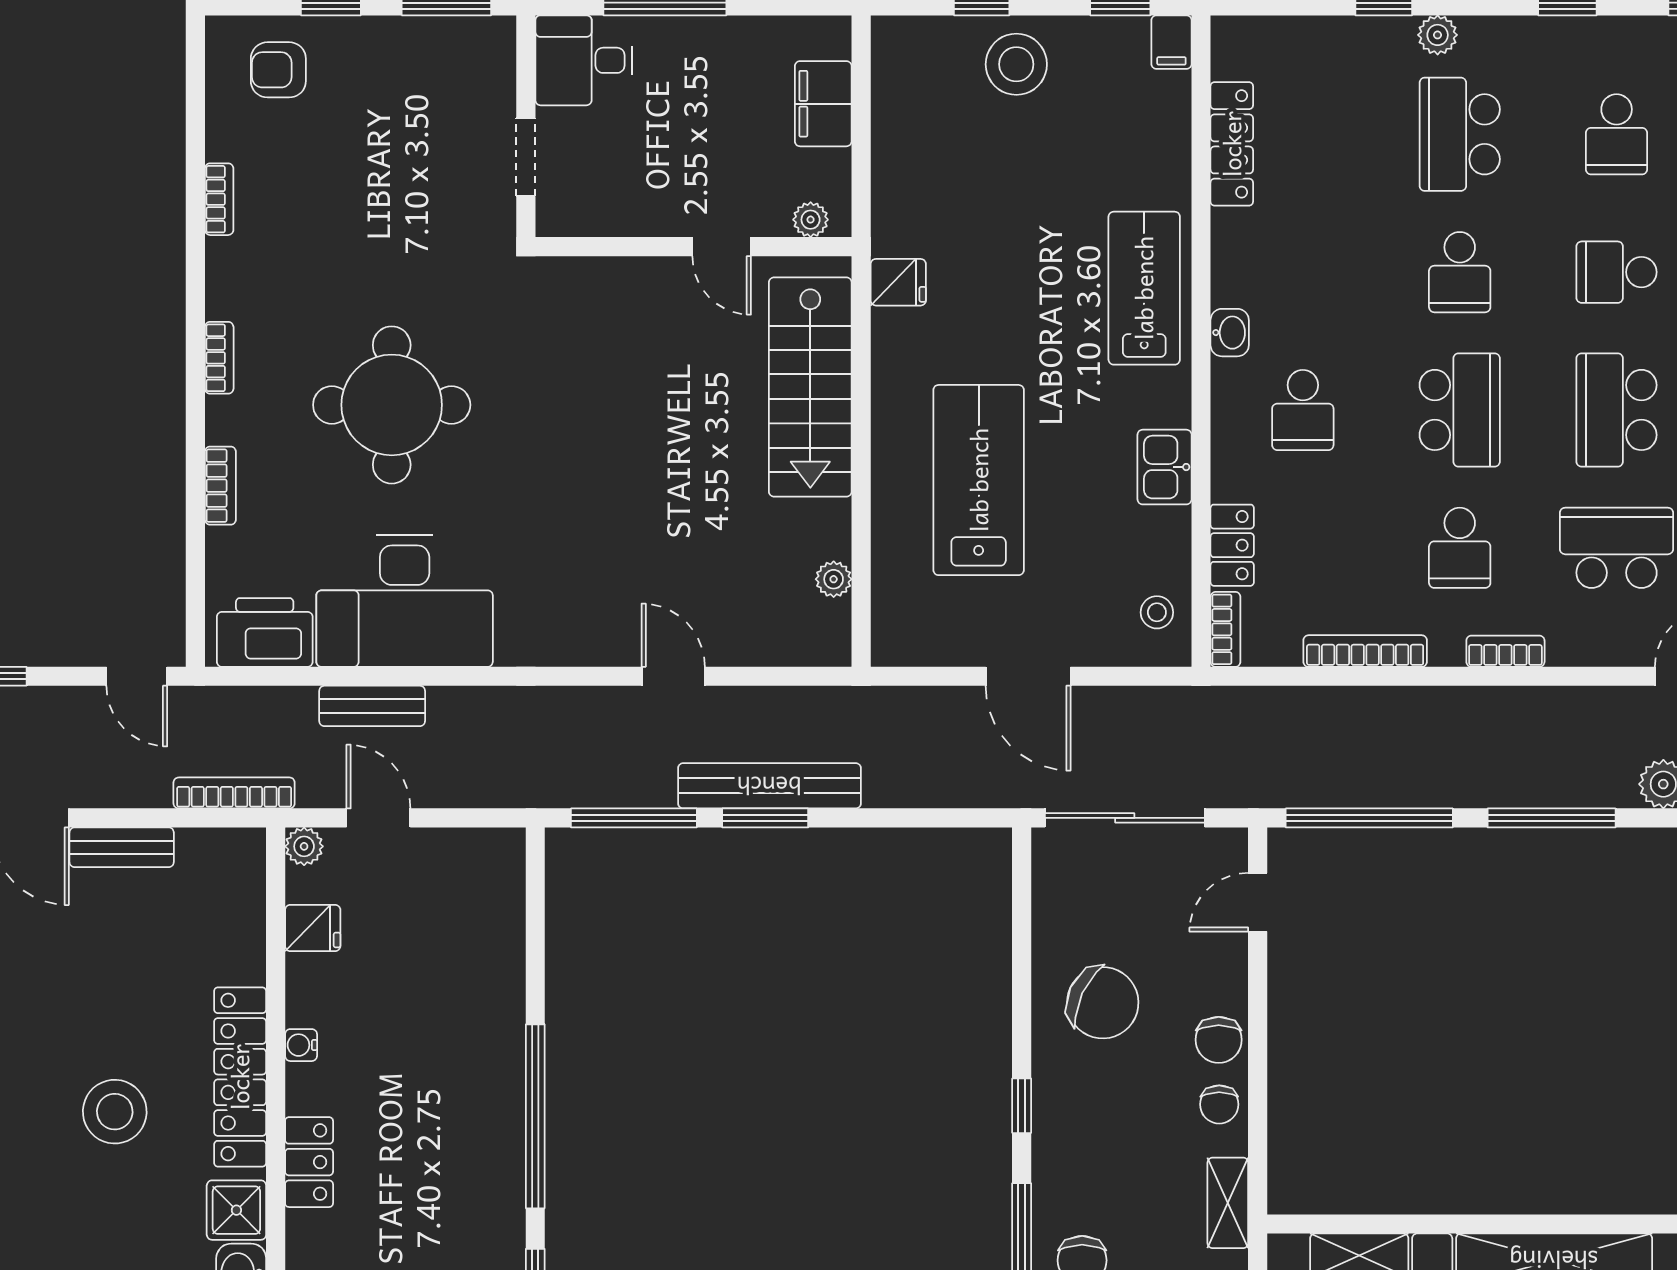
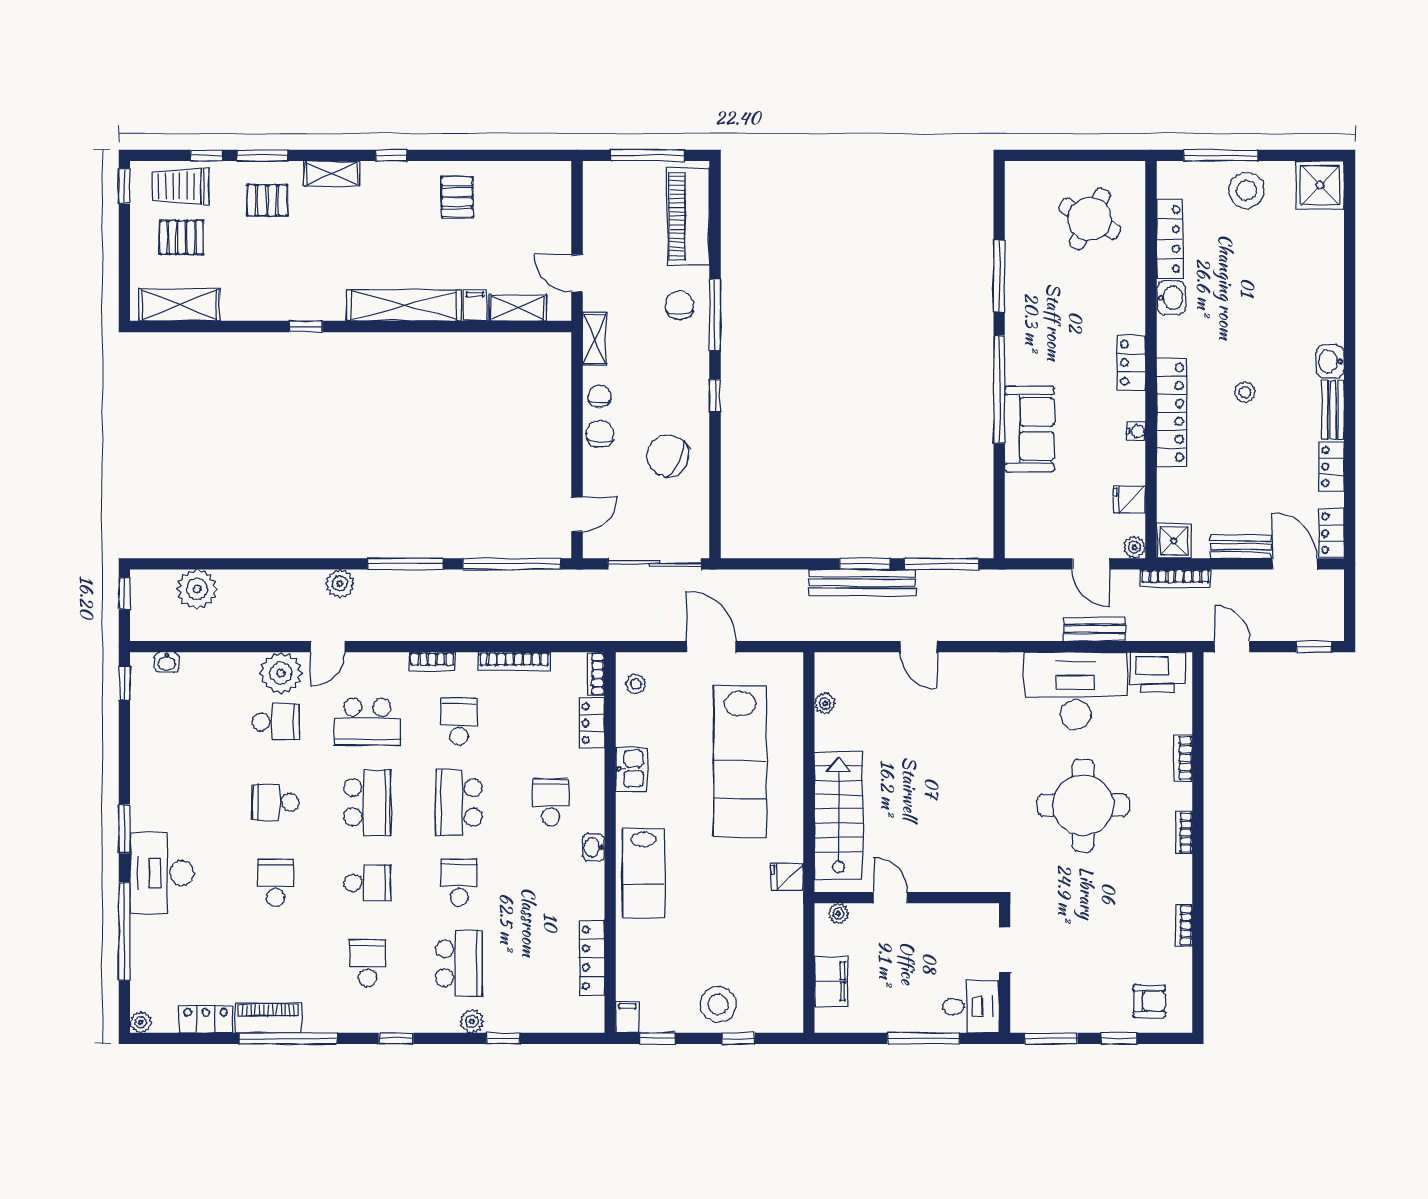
lab bench: (979, 480) -> (740, 761), width x1.36
sofa: (484, 1048) -> (1029, 429), added
stool: (115, 1112) -> (1245, 392), width x0.53, depth x0.53
shower: (236, 1210) -> (1174, 541), moved

